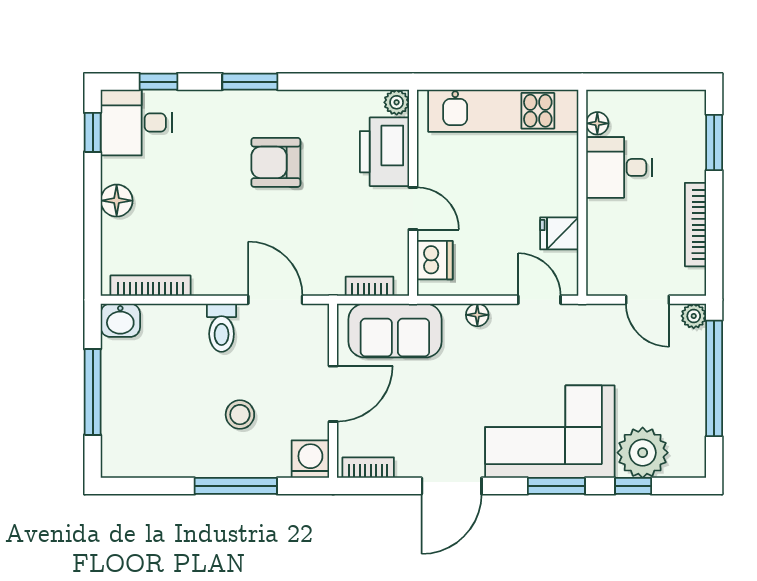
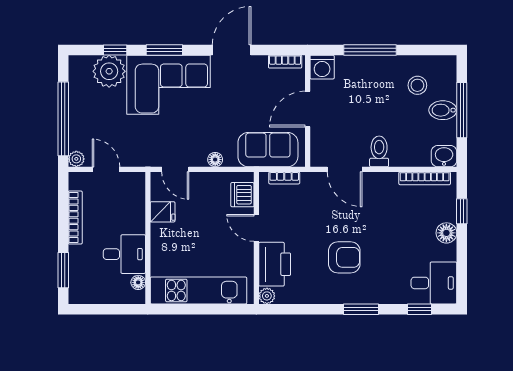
window: (93, 132) -> (462, 211), moved
bidet: (122, 392) -> (443, 110), added
stool: (240, 415) -> (417, 85), moved

